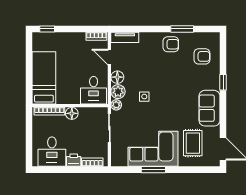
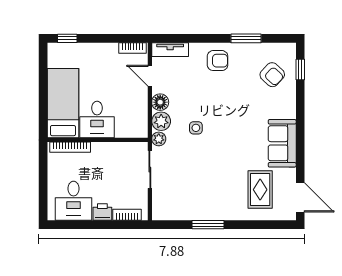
armchair: (171, 44) -> (218, 61), moved
armchair: (202, 56) -> (272, 75), turned 43
window: (223, 82) -> (300, 69), moved
desk: (94, 90) -> (97, 119), moved
floor lamp: (72, 113) -> (100, 150), removed
corner sofa: (153, 149) -> (207, 197), removed

